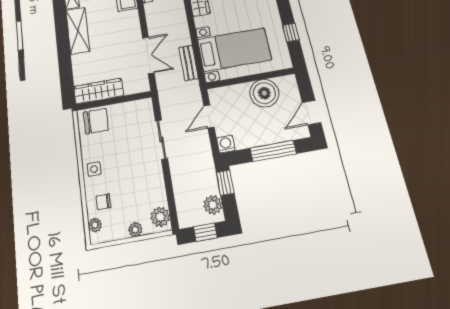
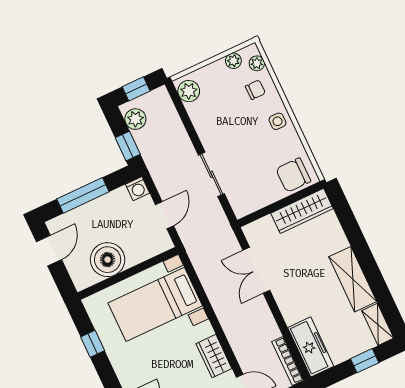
bench: (189, 63) -> (206, 273), removed
plant: (135, 230) -> (233, 61), moved

